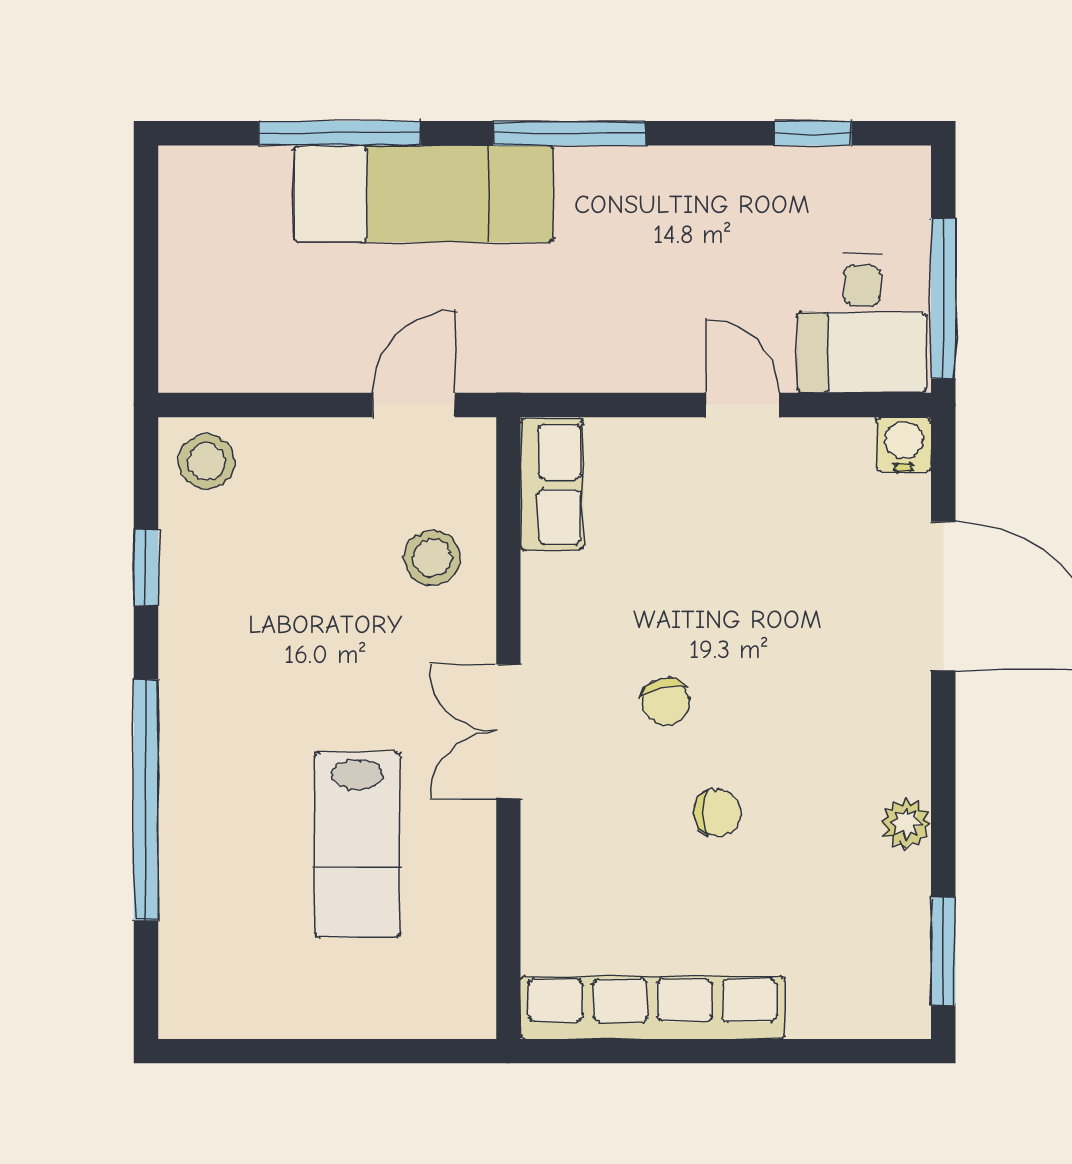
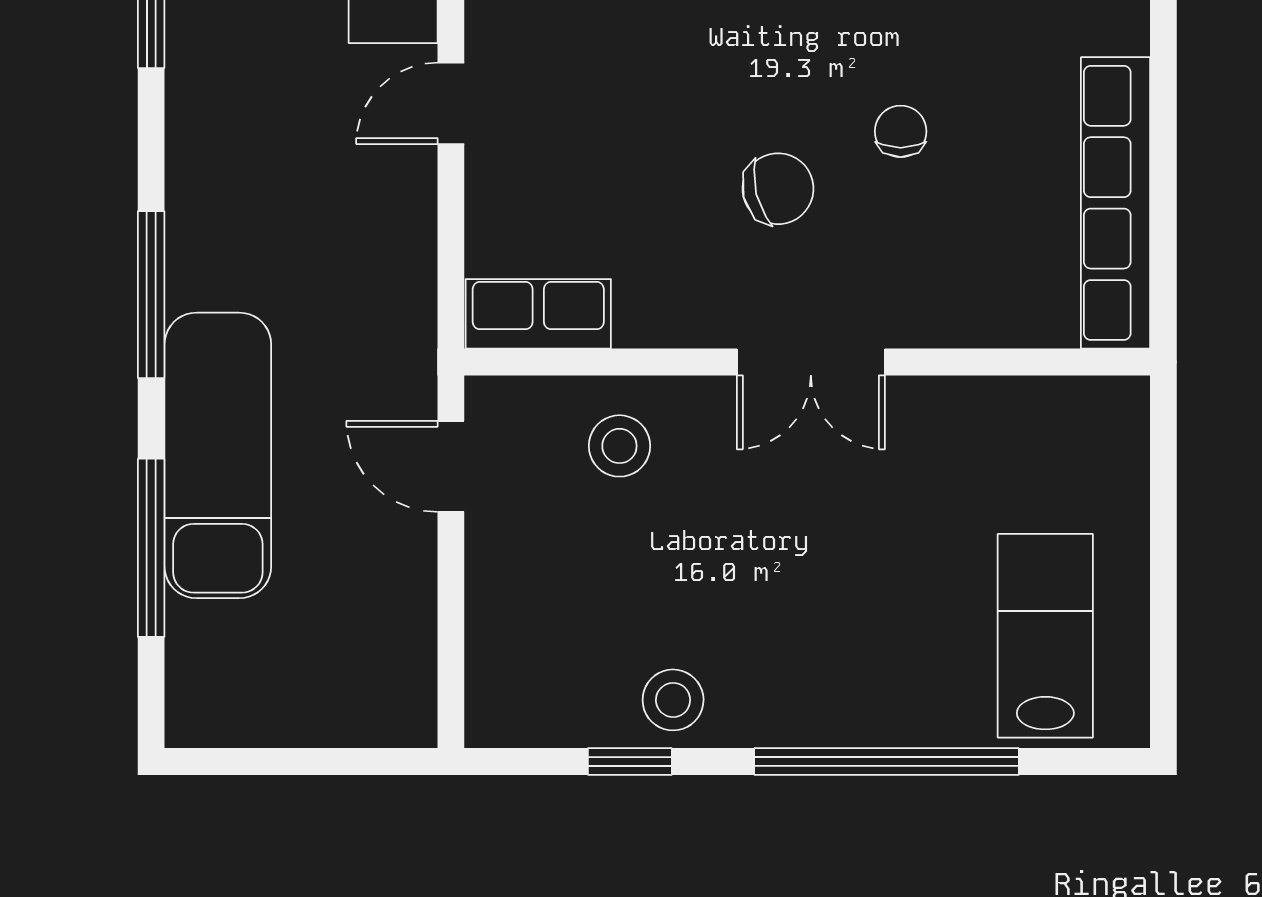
stool: (206, 462) -> (673, 700), moved
chair: (665, 702) -> (778, 189), width x1.37, depth x1.37
lab bench: (357, 845) -> (1045, 636), moved, turned -90

